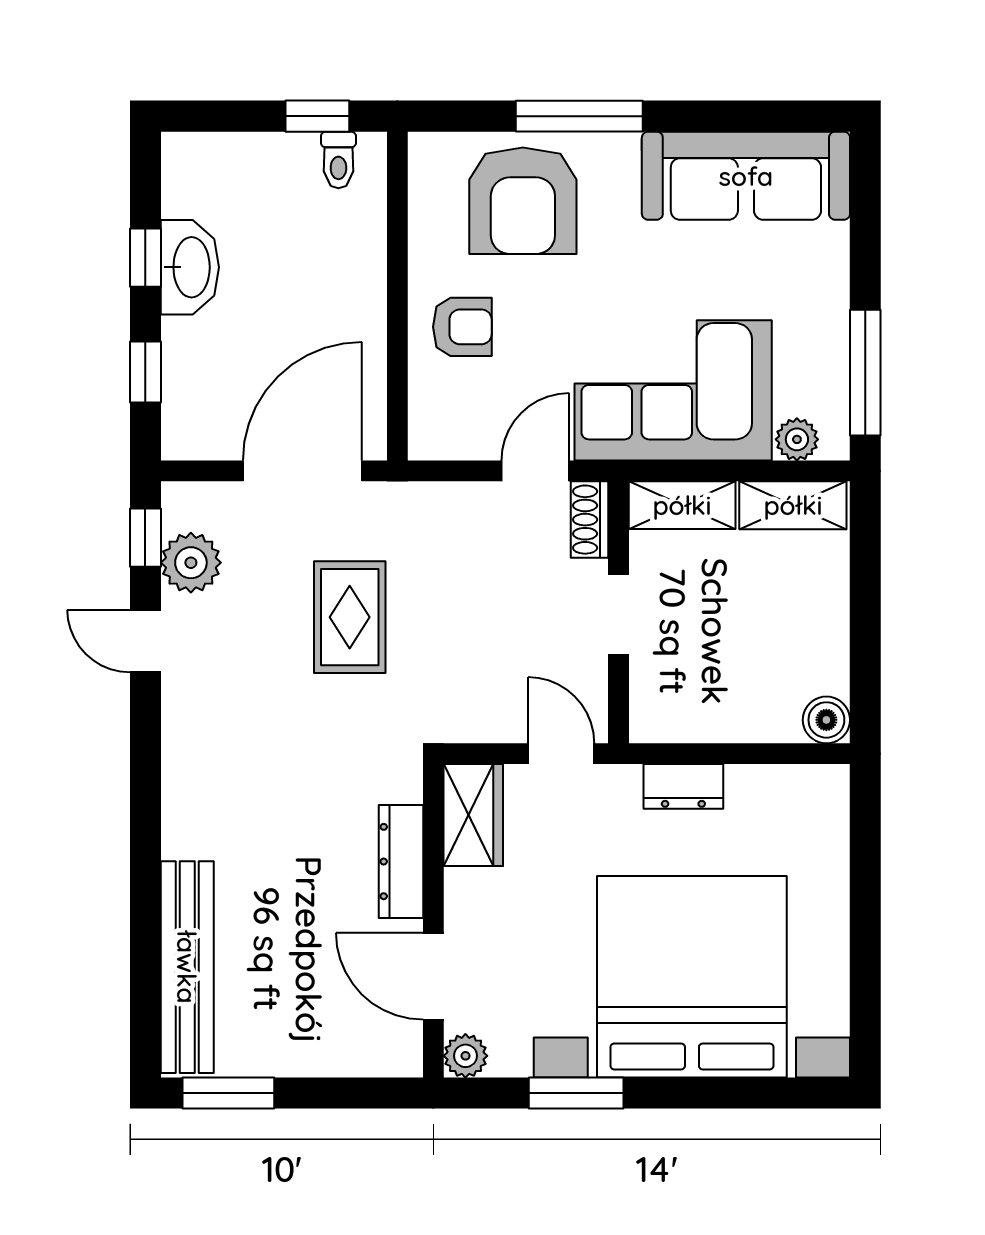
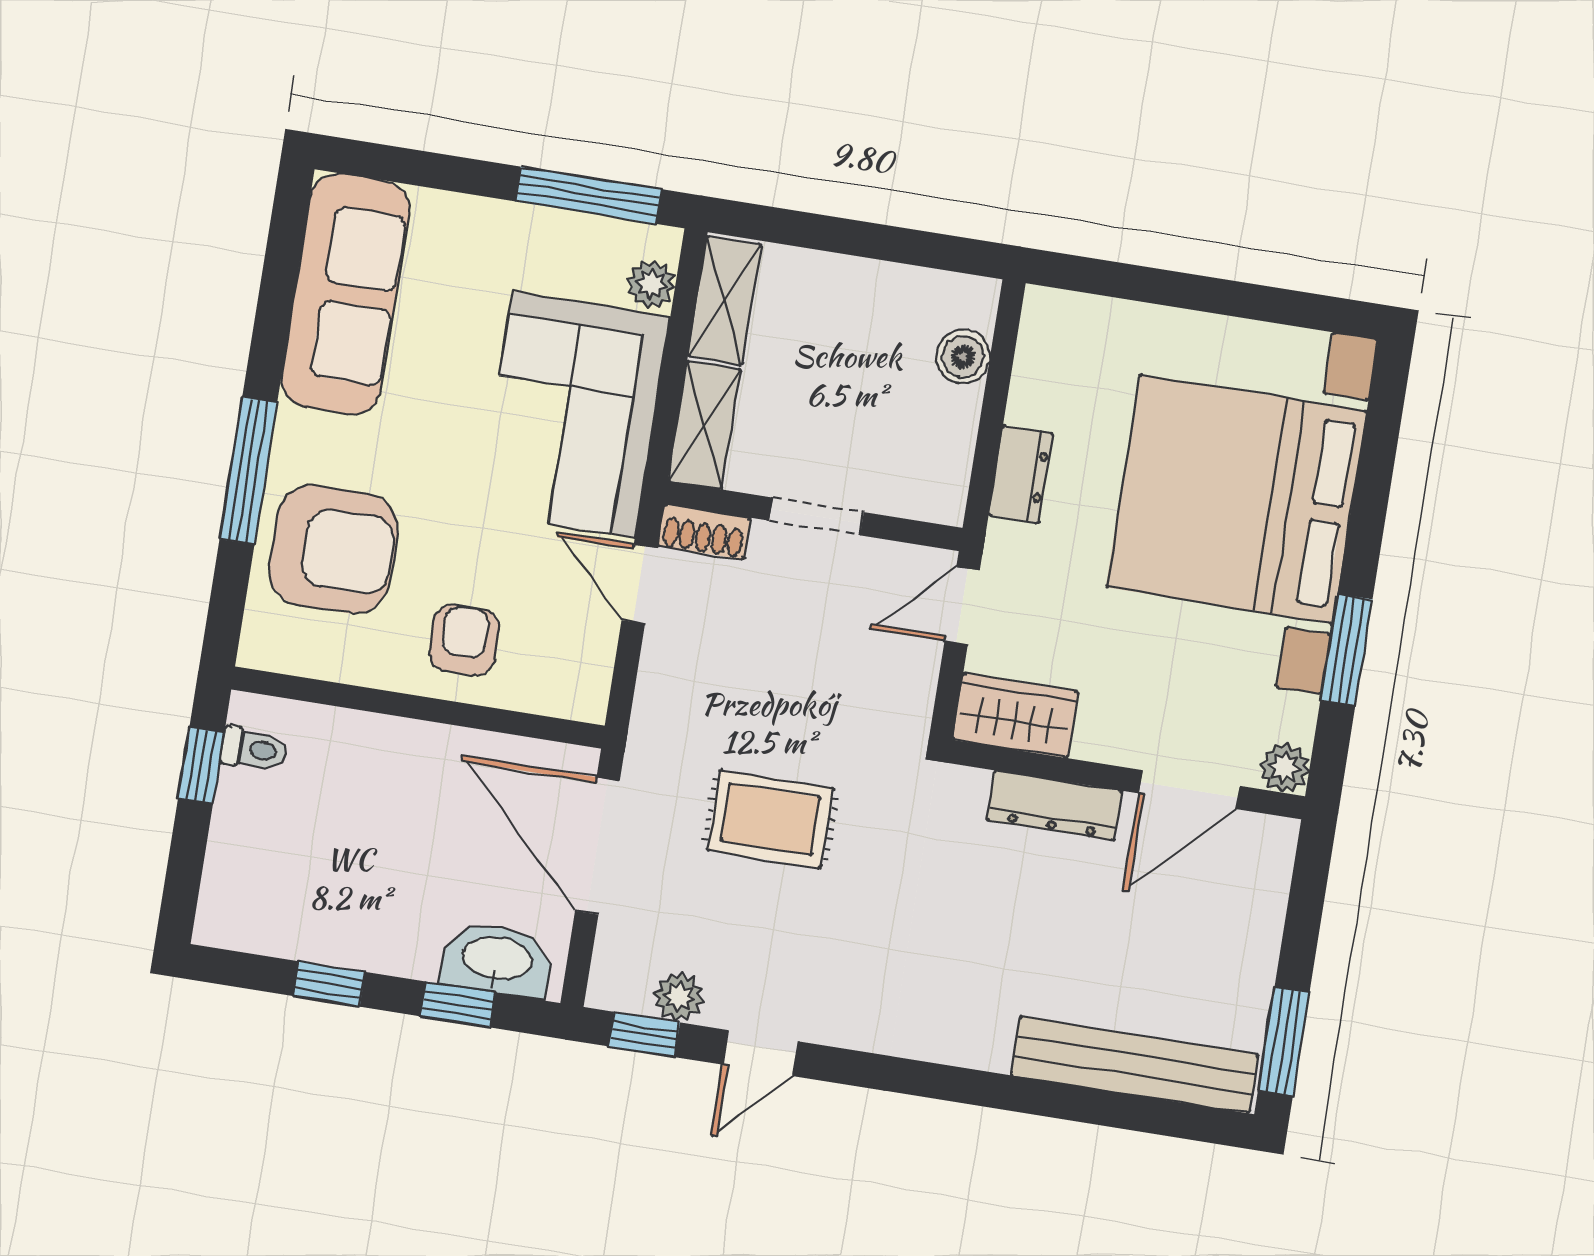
washbasin: (190, 267) -> (497, 960), moved
plant: (191, 563) -> (679, 997), width x0.73, depth x0.73
boiler: (826, 720) -> (963, 357), moved

